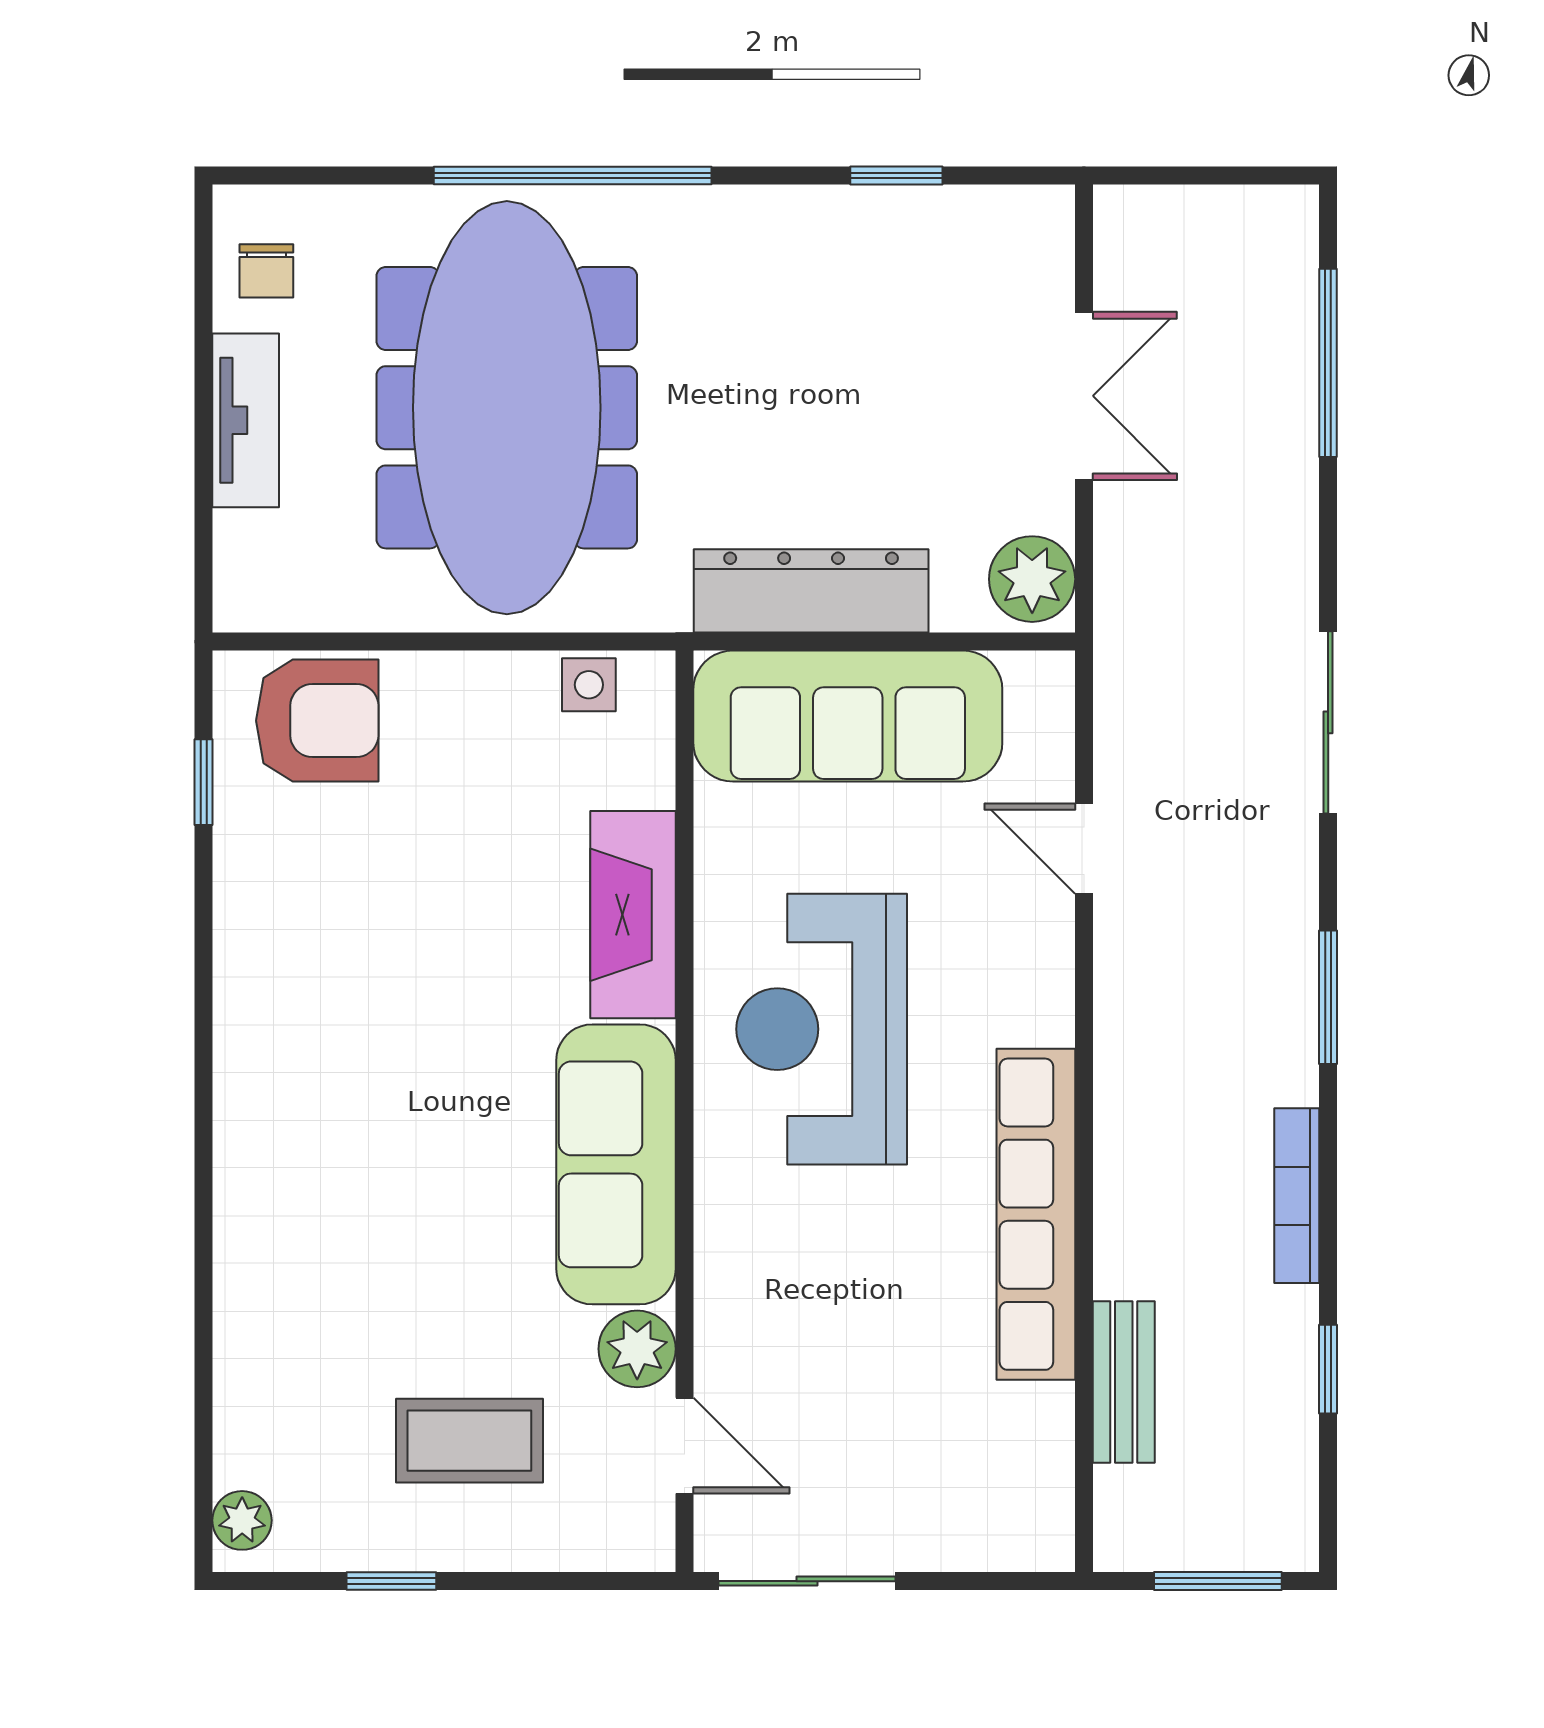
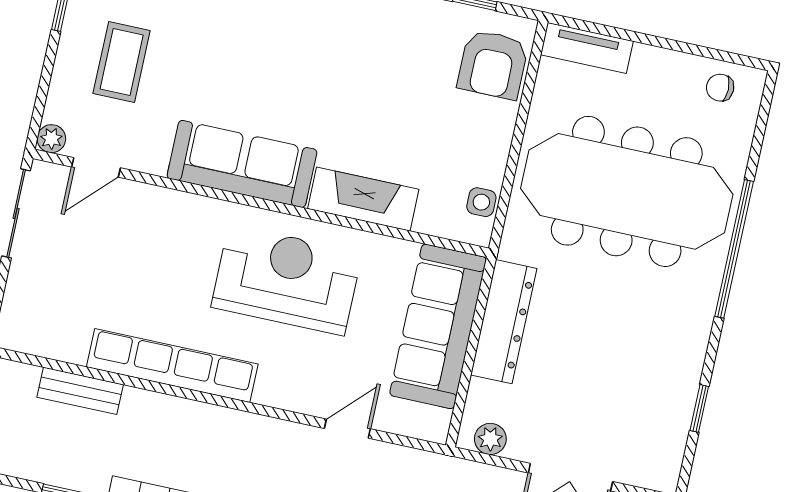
tv unit: (246, 420) -> (587, 48), moved
plant: (1032, 579) -> (490, 439), width x0.73, depth x0.73
plant: (637, 1349) -> (51, 139), moved, width x0.73, depth x0.73

